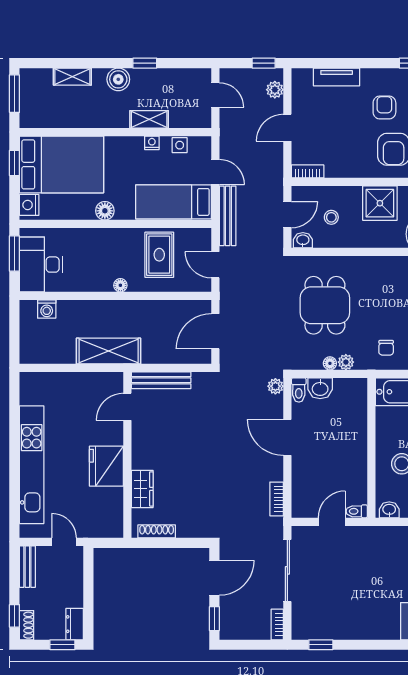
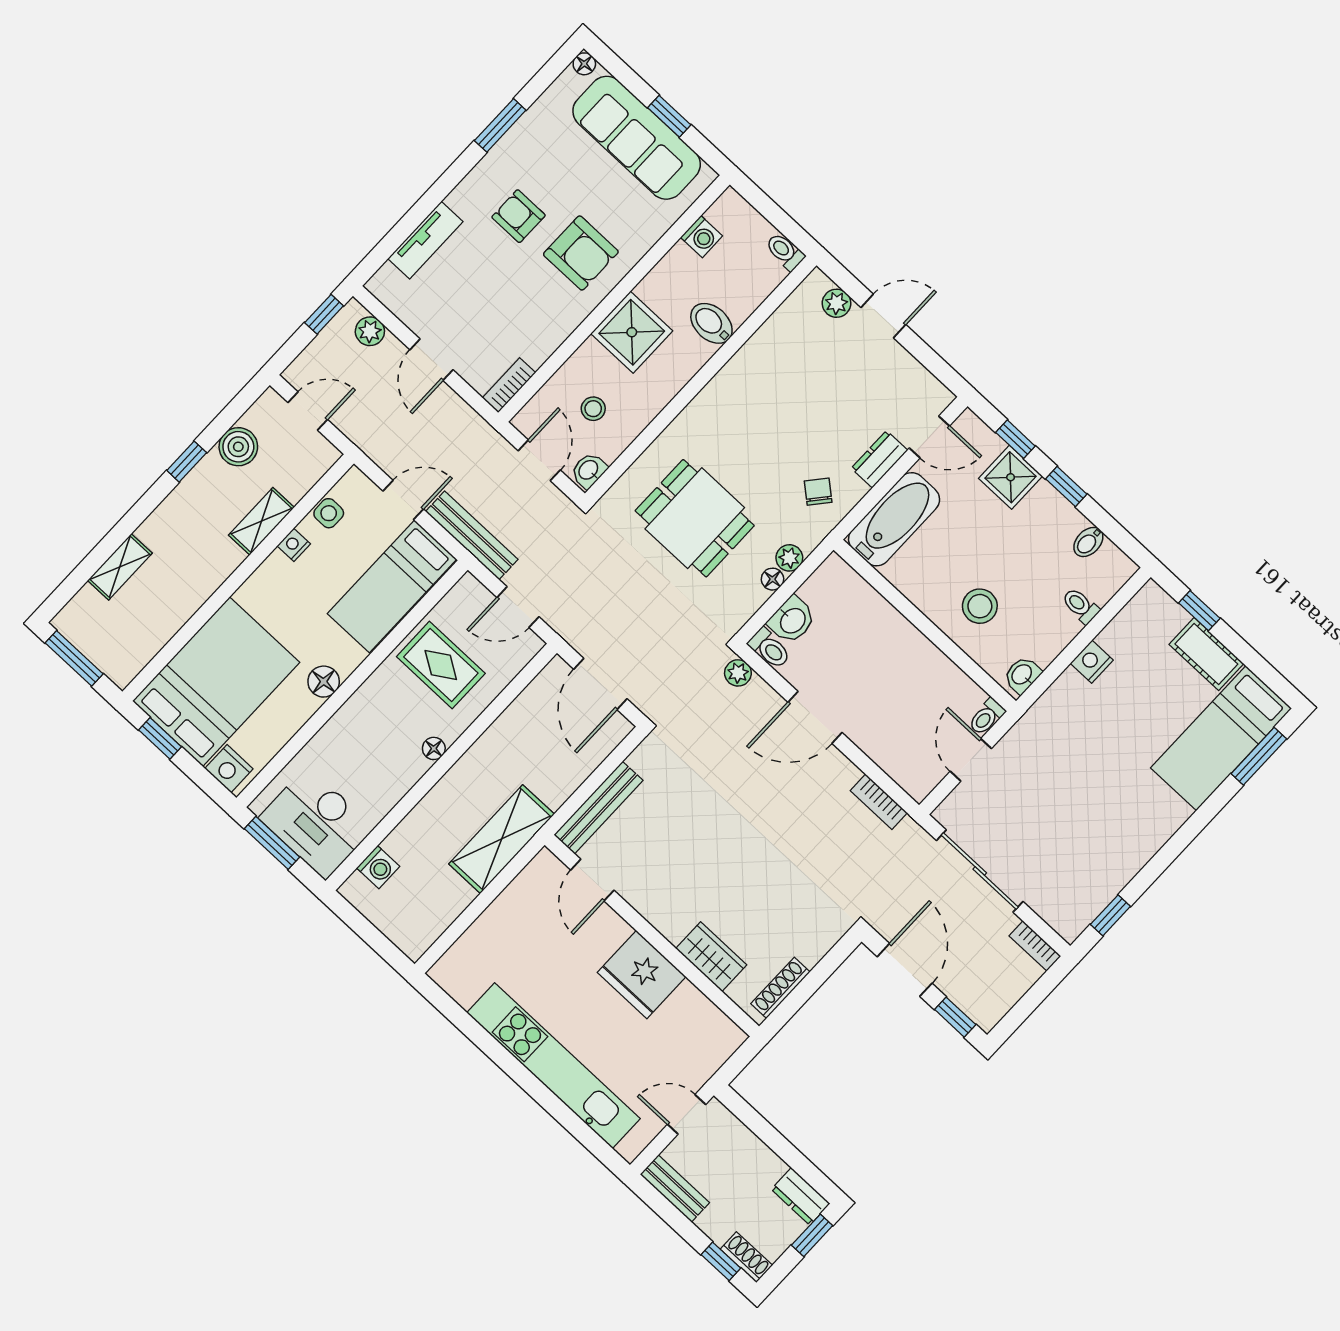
boiler: (118, 79) -> (238, 447), moved
chair: (386, 348) -> (818, 492), turned -140

